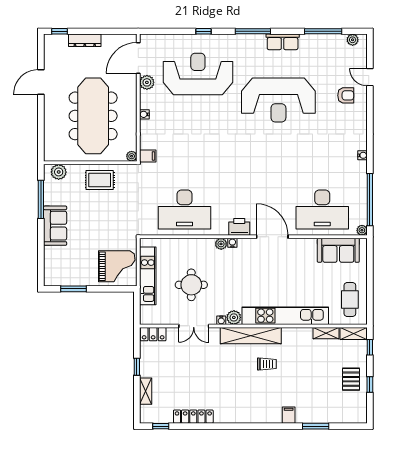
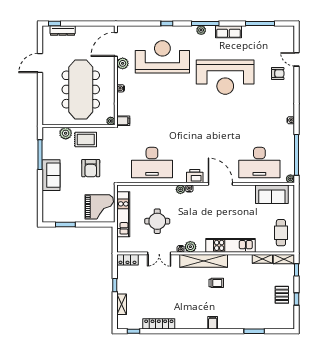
dresser: (85, 40) -> (63, 31), moved
plant: (353, 40) -> (201, 30), moved
plant: (59, 172) -> (66, 133), moved
armchair: (106, 217) -> (91, 168), added
kitchen unit: (285, 316) -> (230, 245), width x0.73
filing cabinet: (289, 415) -> (213, 323), moved

